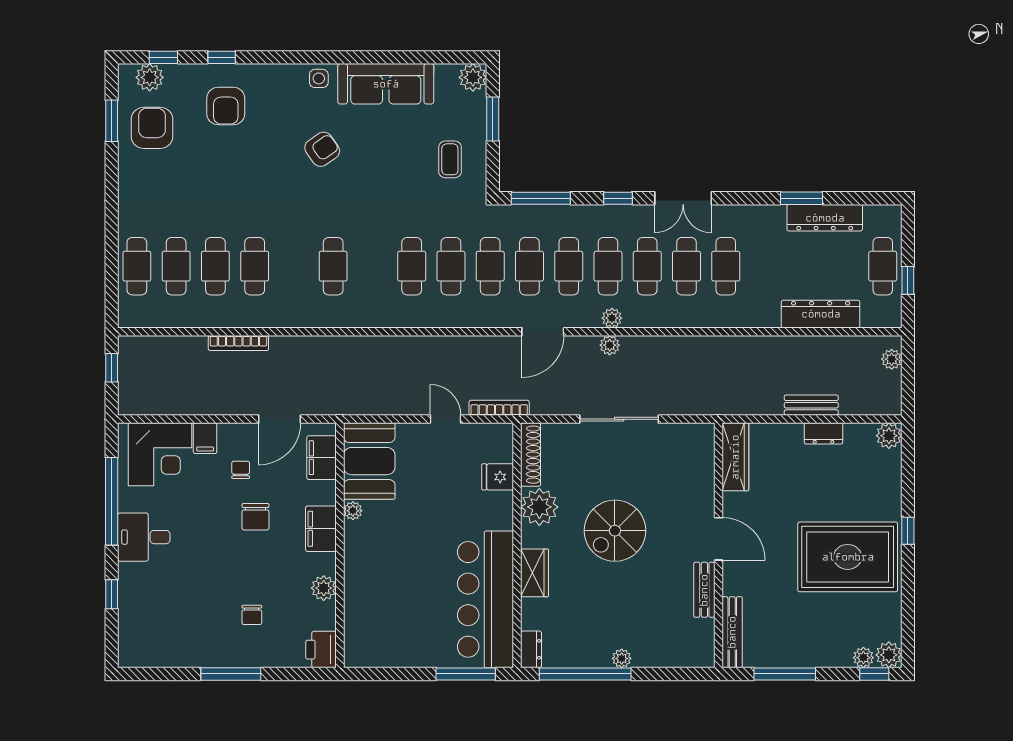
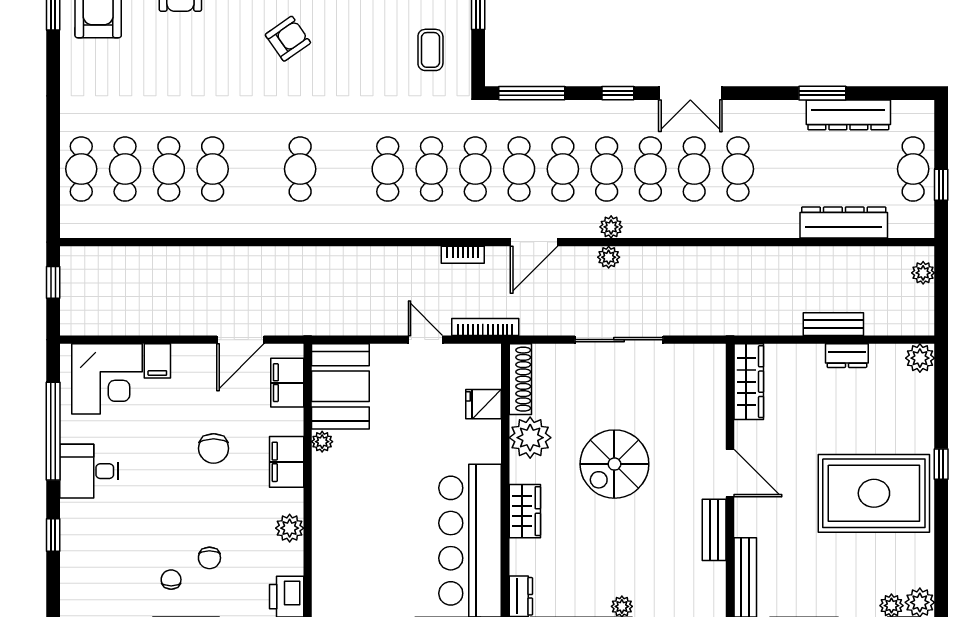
bookcase: (238, 343) -> (463, 255), moved, width x0.64
chair: (241, 470) -> (171, 580), moved

